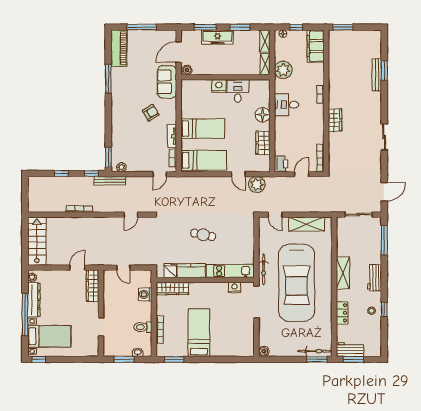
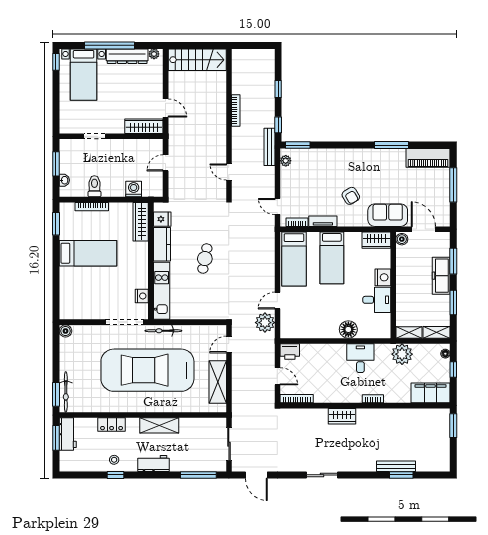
wardrobe: (263, 143) -> (376, 240), moved, turned 180

